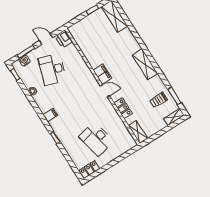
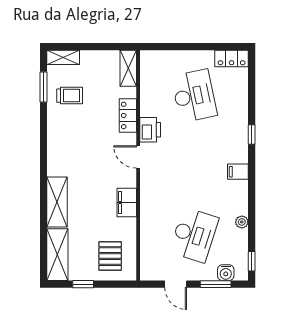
pallet: (88, 32) -> (110, 256), added
printer: (64, 39) -> (150, 130), moved
shelving: (145, 64) -> (57, 202), moved
filing cabinet: (102, 74) -> (127, 203), moved

